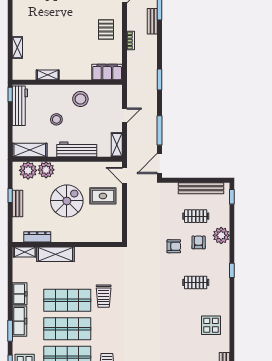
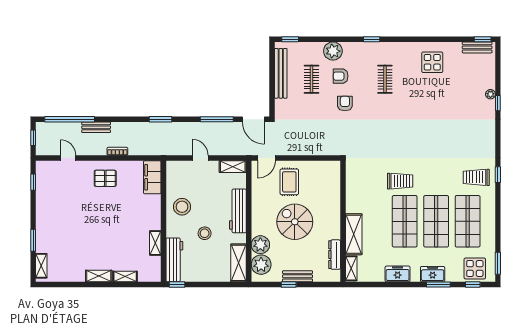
shelving: (18, 24) -> (99, 276), added
workbench: (20, 106) -> (174, 260), moved, turned 90
freezer: (20, 321) -> (433, 274), width x0.71

